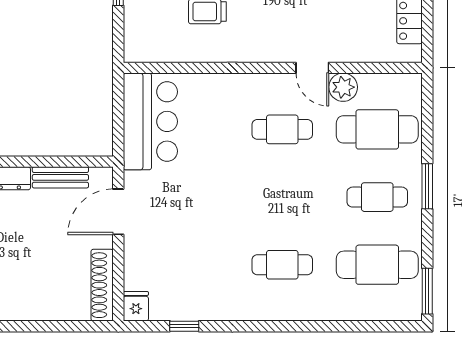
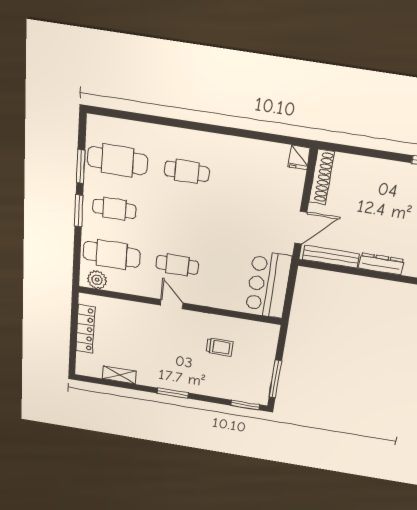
door: (312, 68) -> (172, 304), moved
plant: (343, 87) -> (97, 280), moved
bench: (60, 177) -> (331, 257), width x1.36
window: (427, 291) -> (81, 167), moved
window: (184, 326) -> (265, 137), removed

